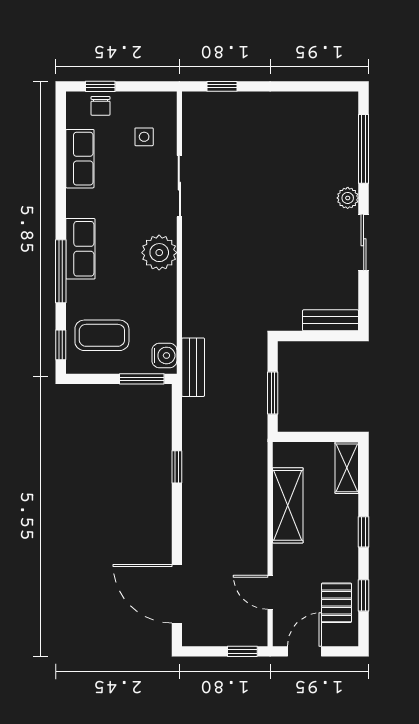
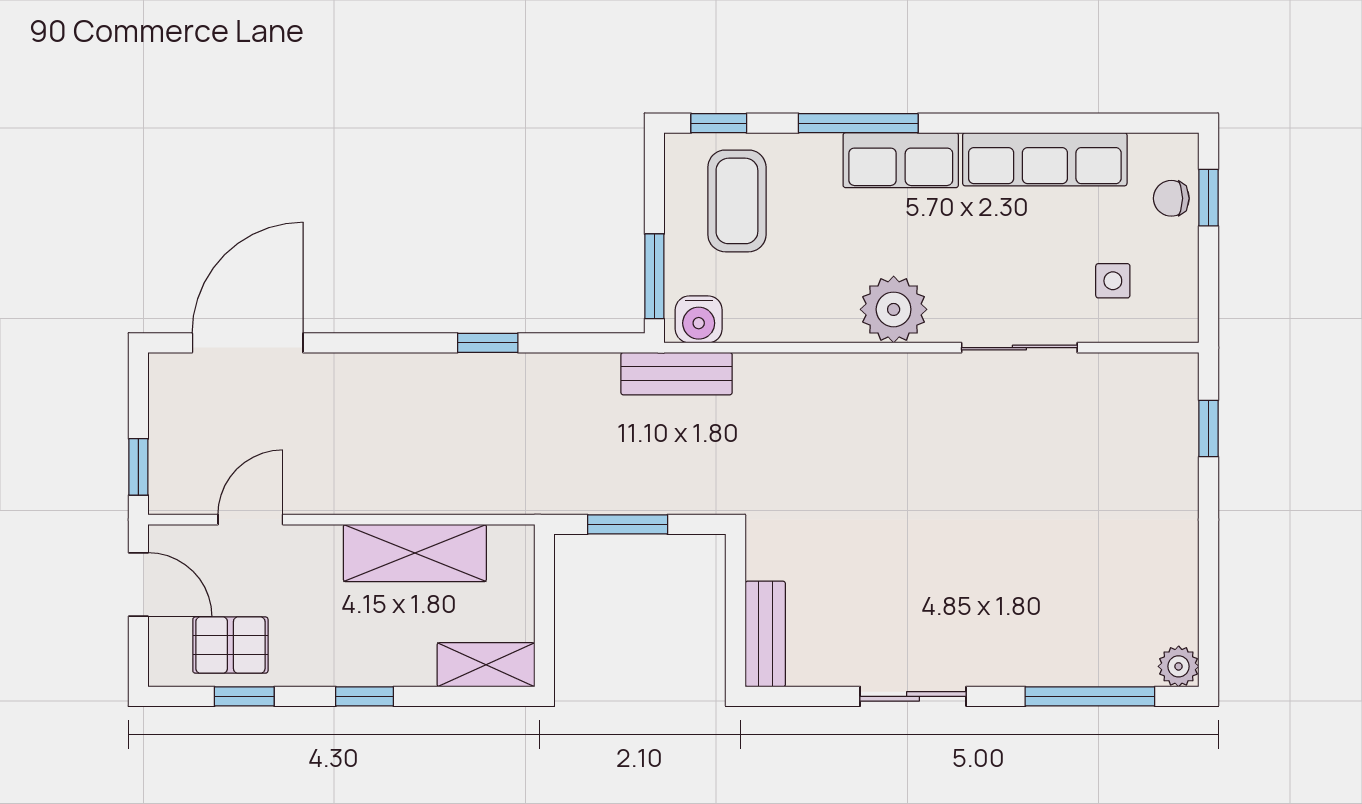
row of seats: (80, 159) -> (1045, 159), width x1.48
plant: (348, 198) -> (1179, 666), moved

